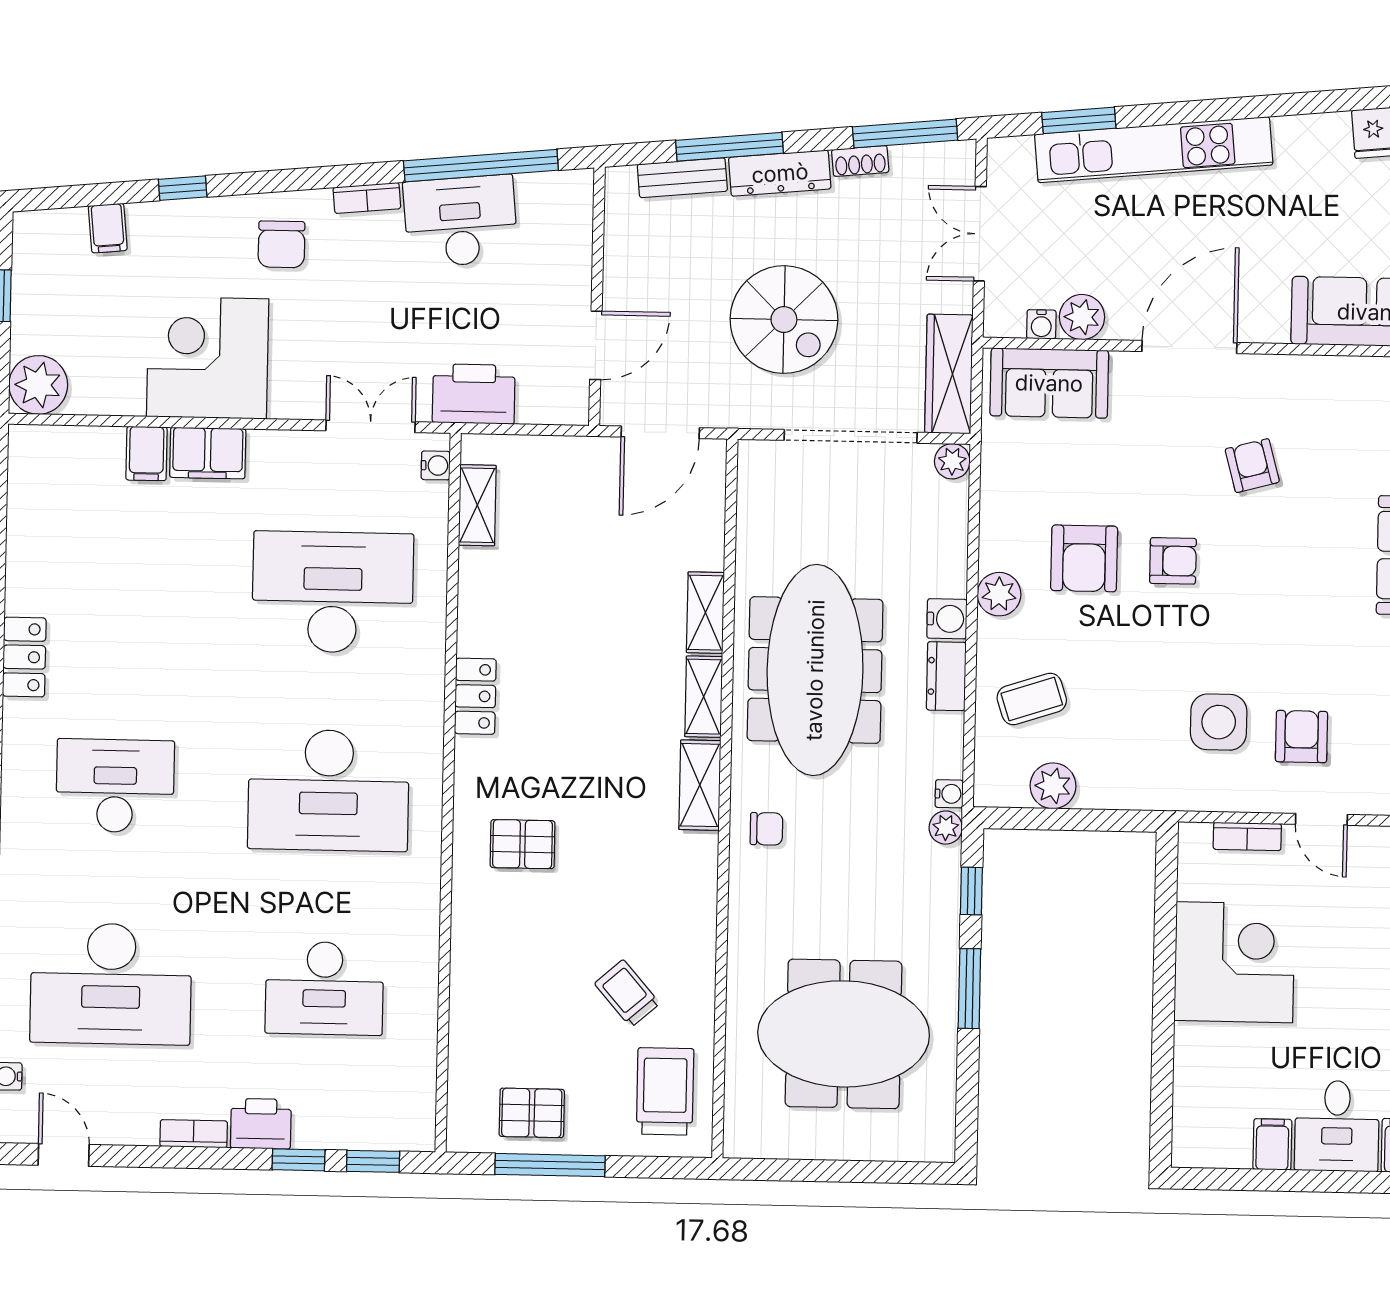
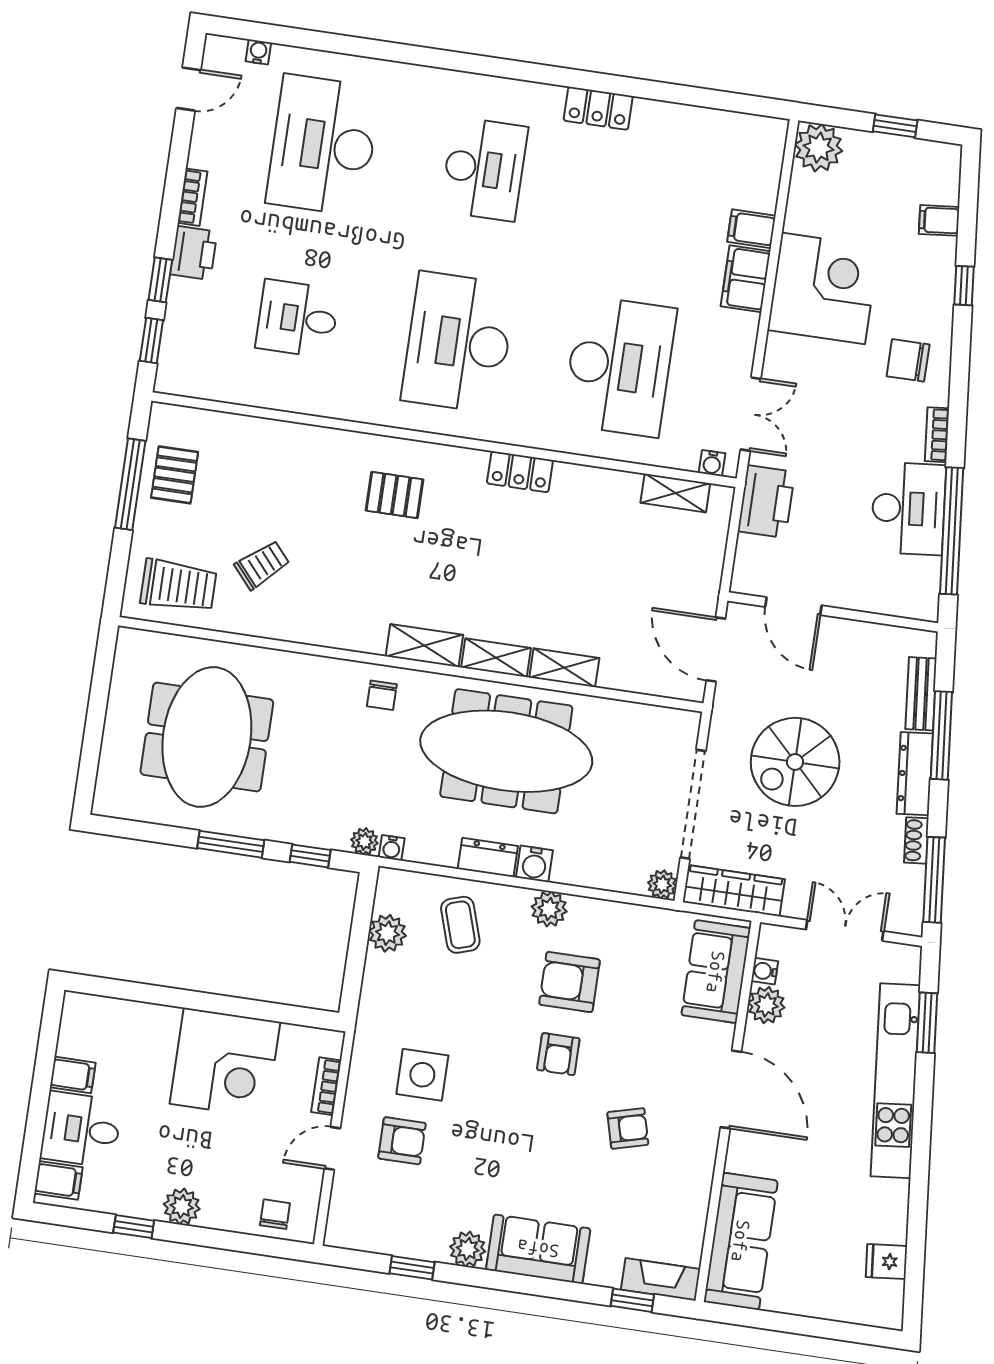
pallet: (523, 844) -> (395, 495), turned 90
desk: (324, 988) -> (297, 319), width x0.73

